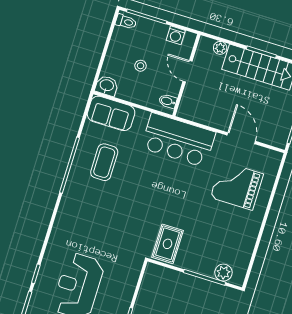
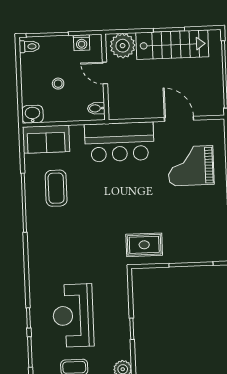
plant: (220, 48) -> (123, 46), width x1.87, depth x1.87
rug: (167, 244) -> (144, 245), turned 90
plant: (223, 273) -> (207, 253), removed

